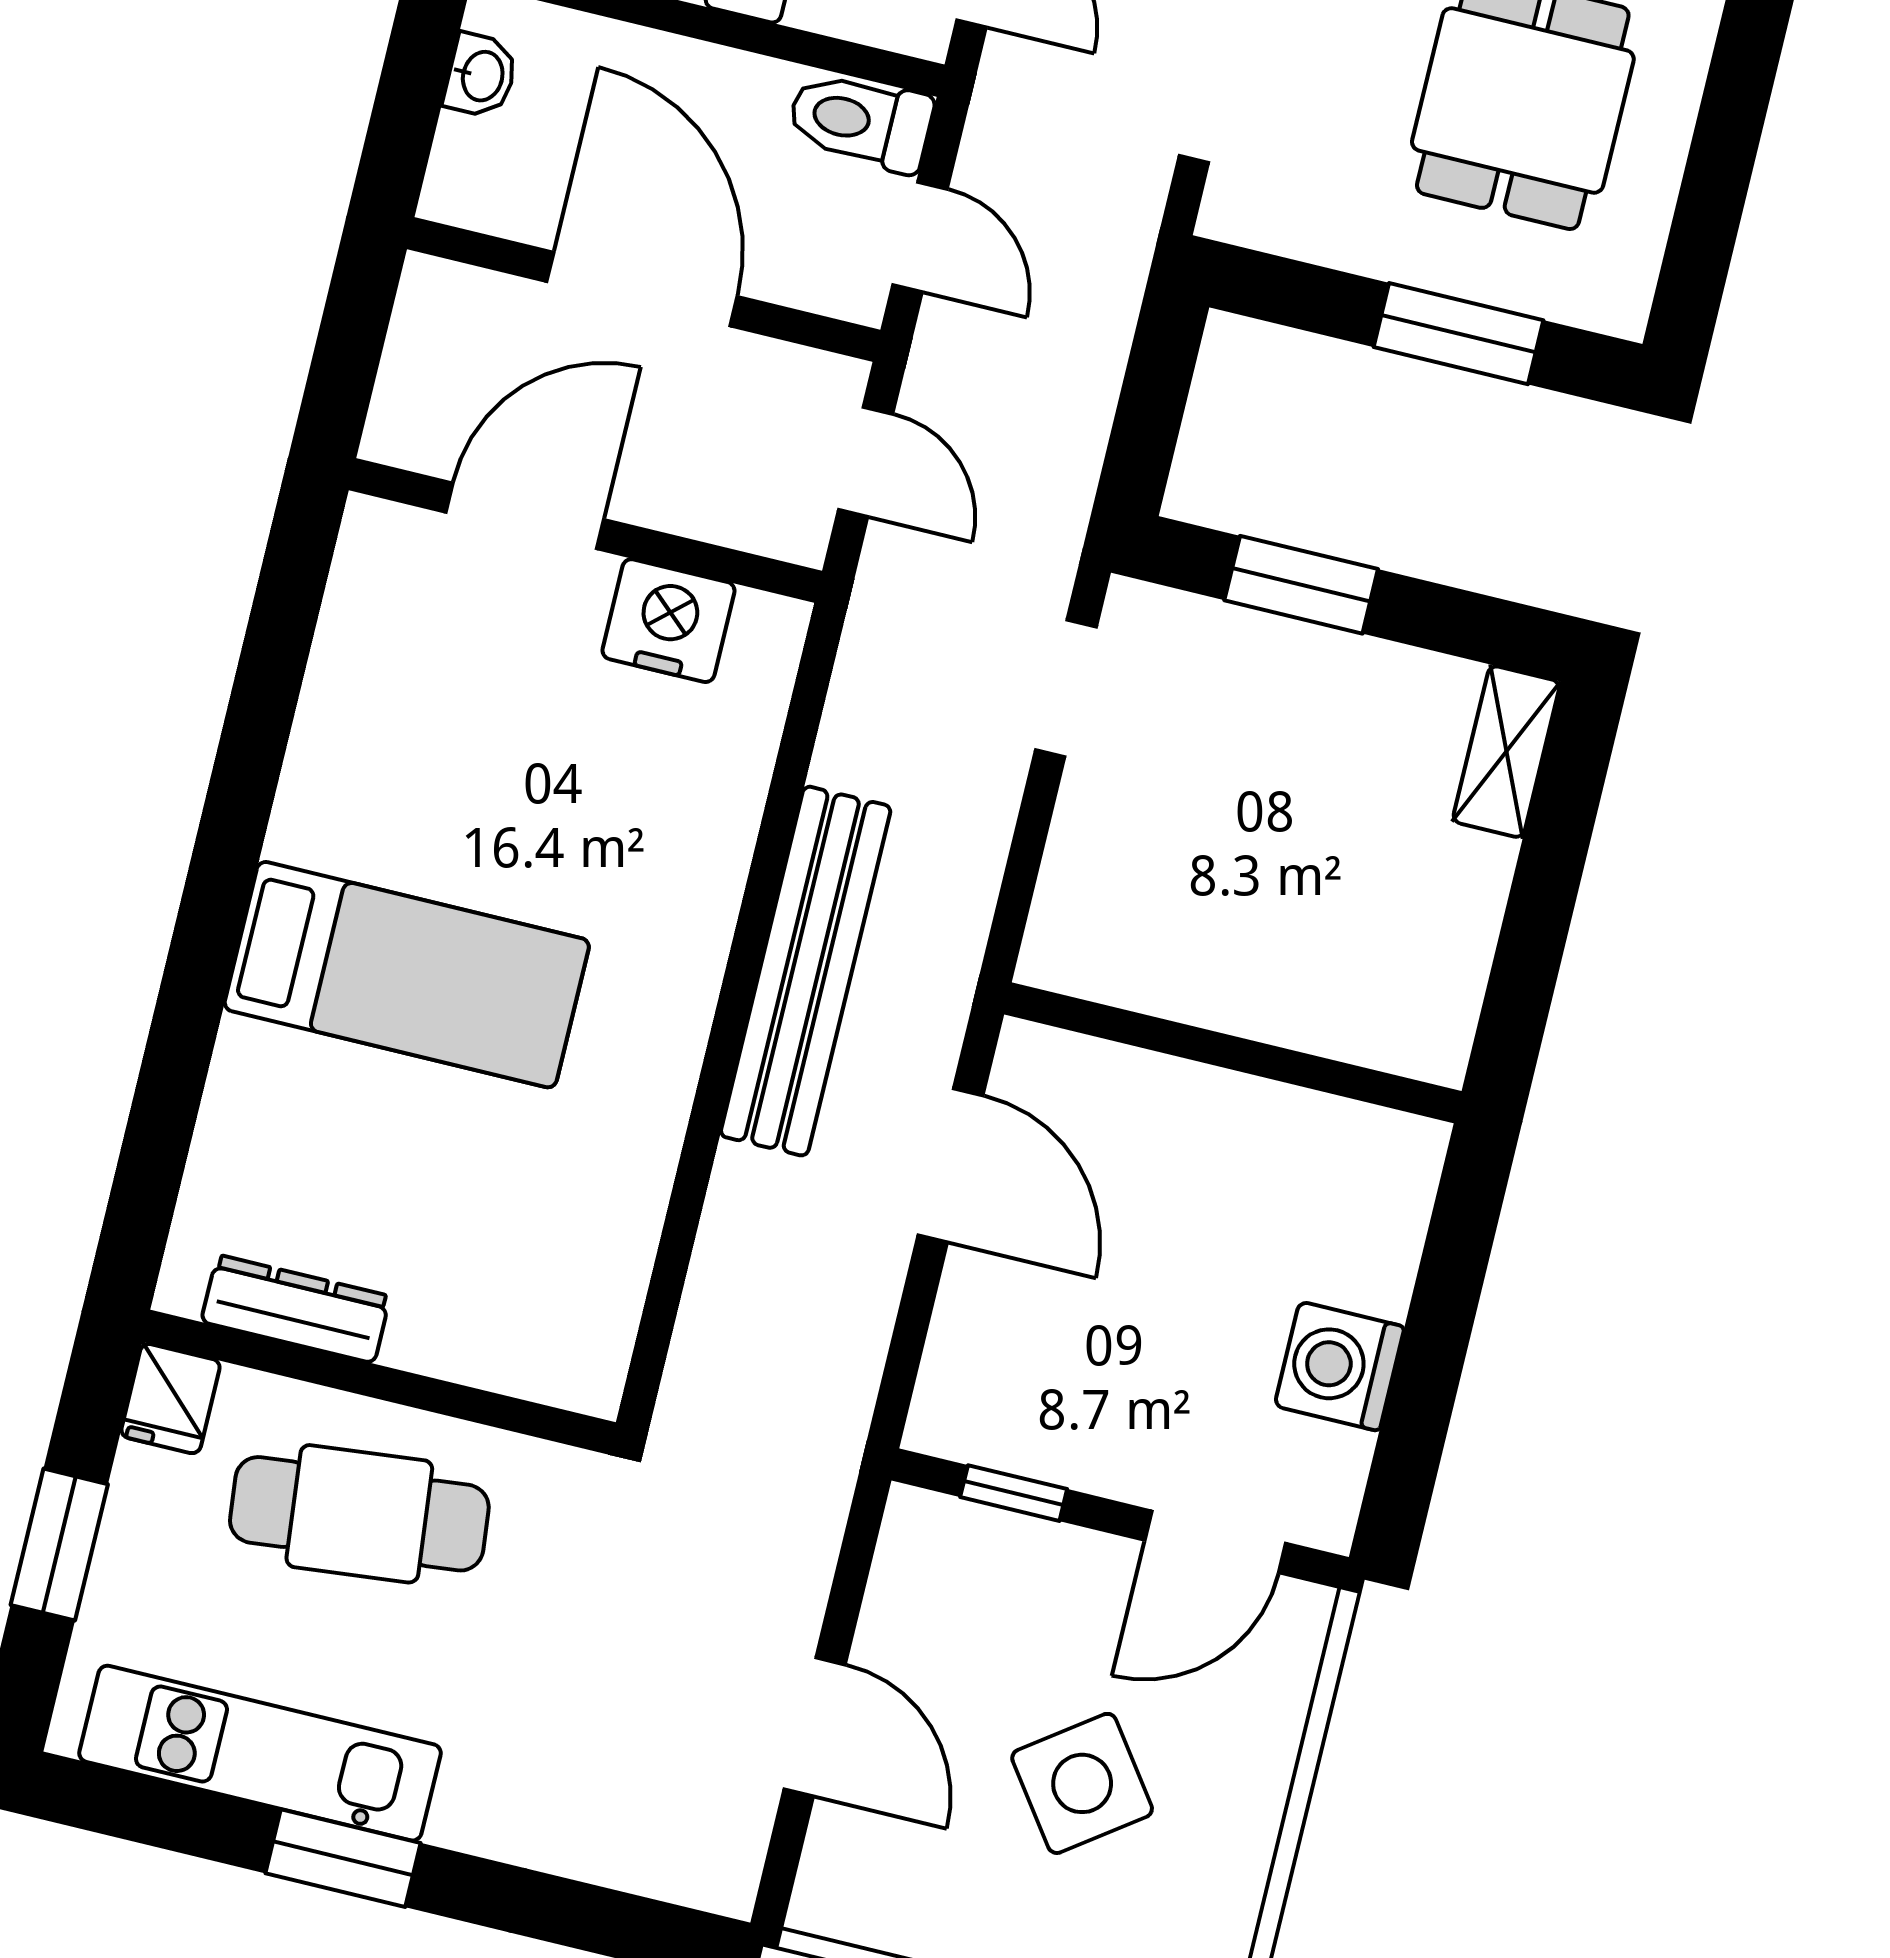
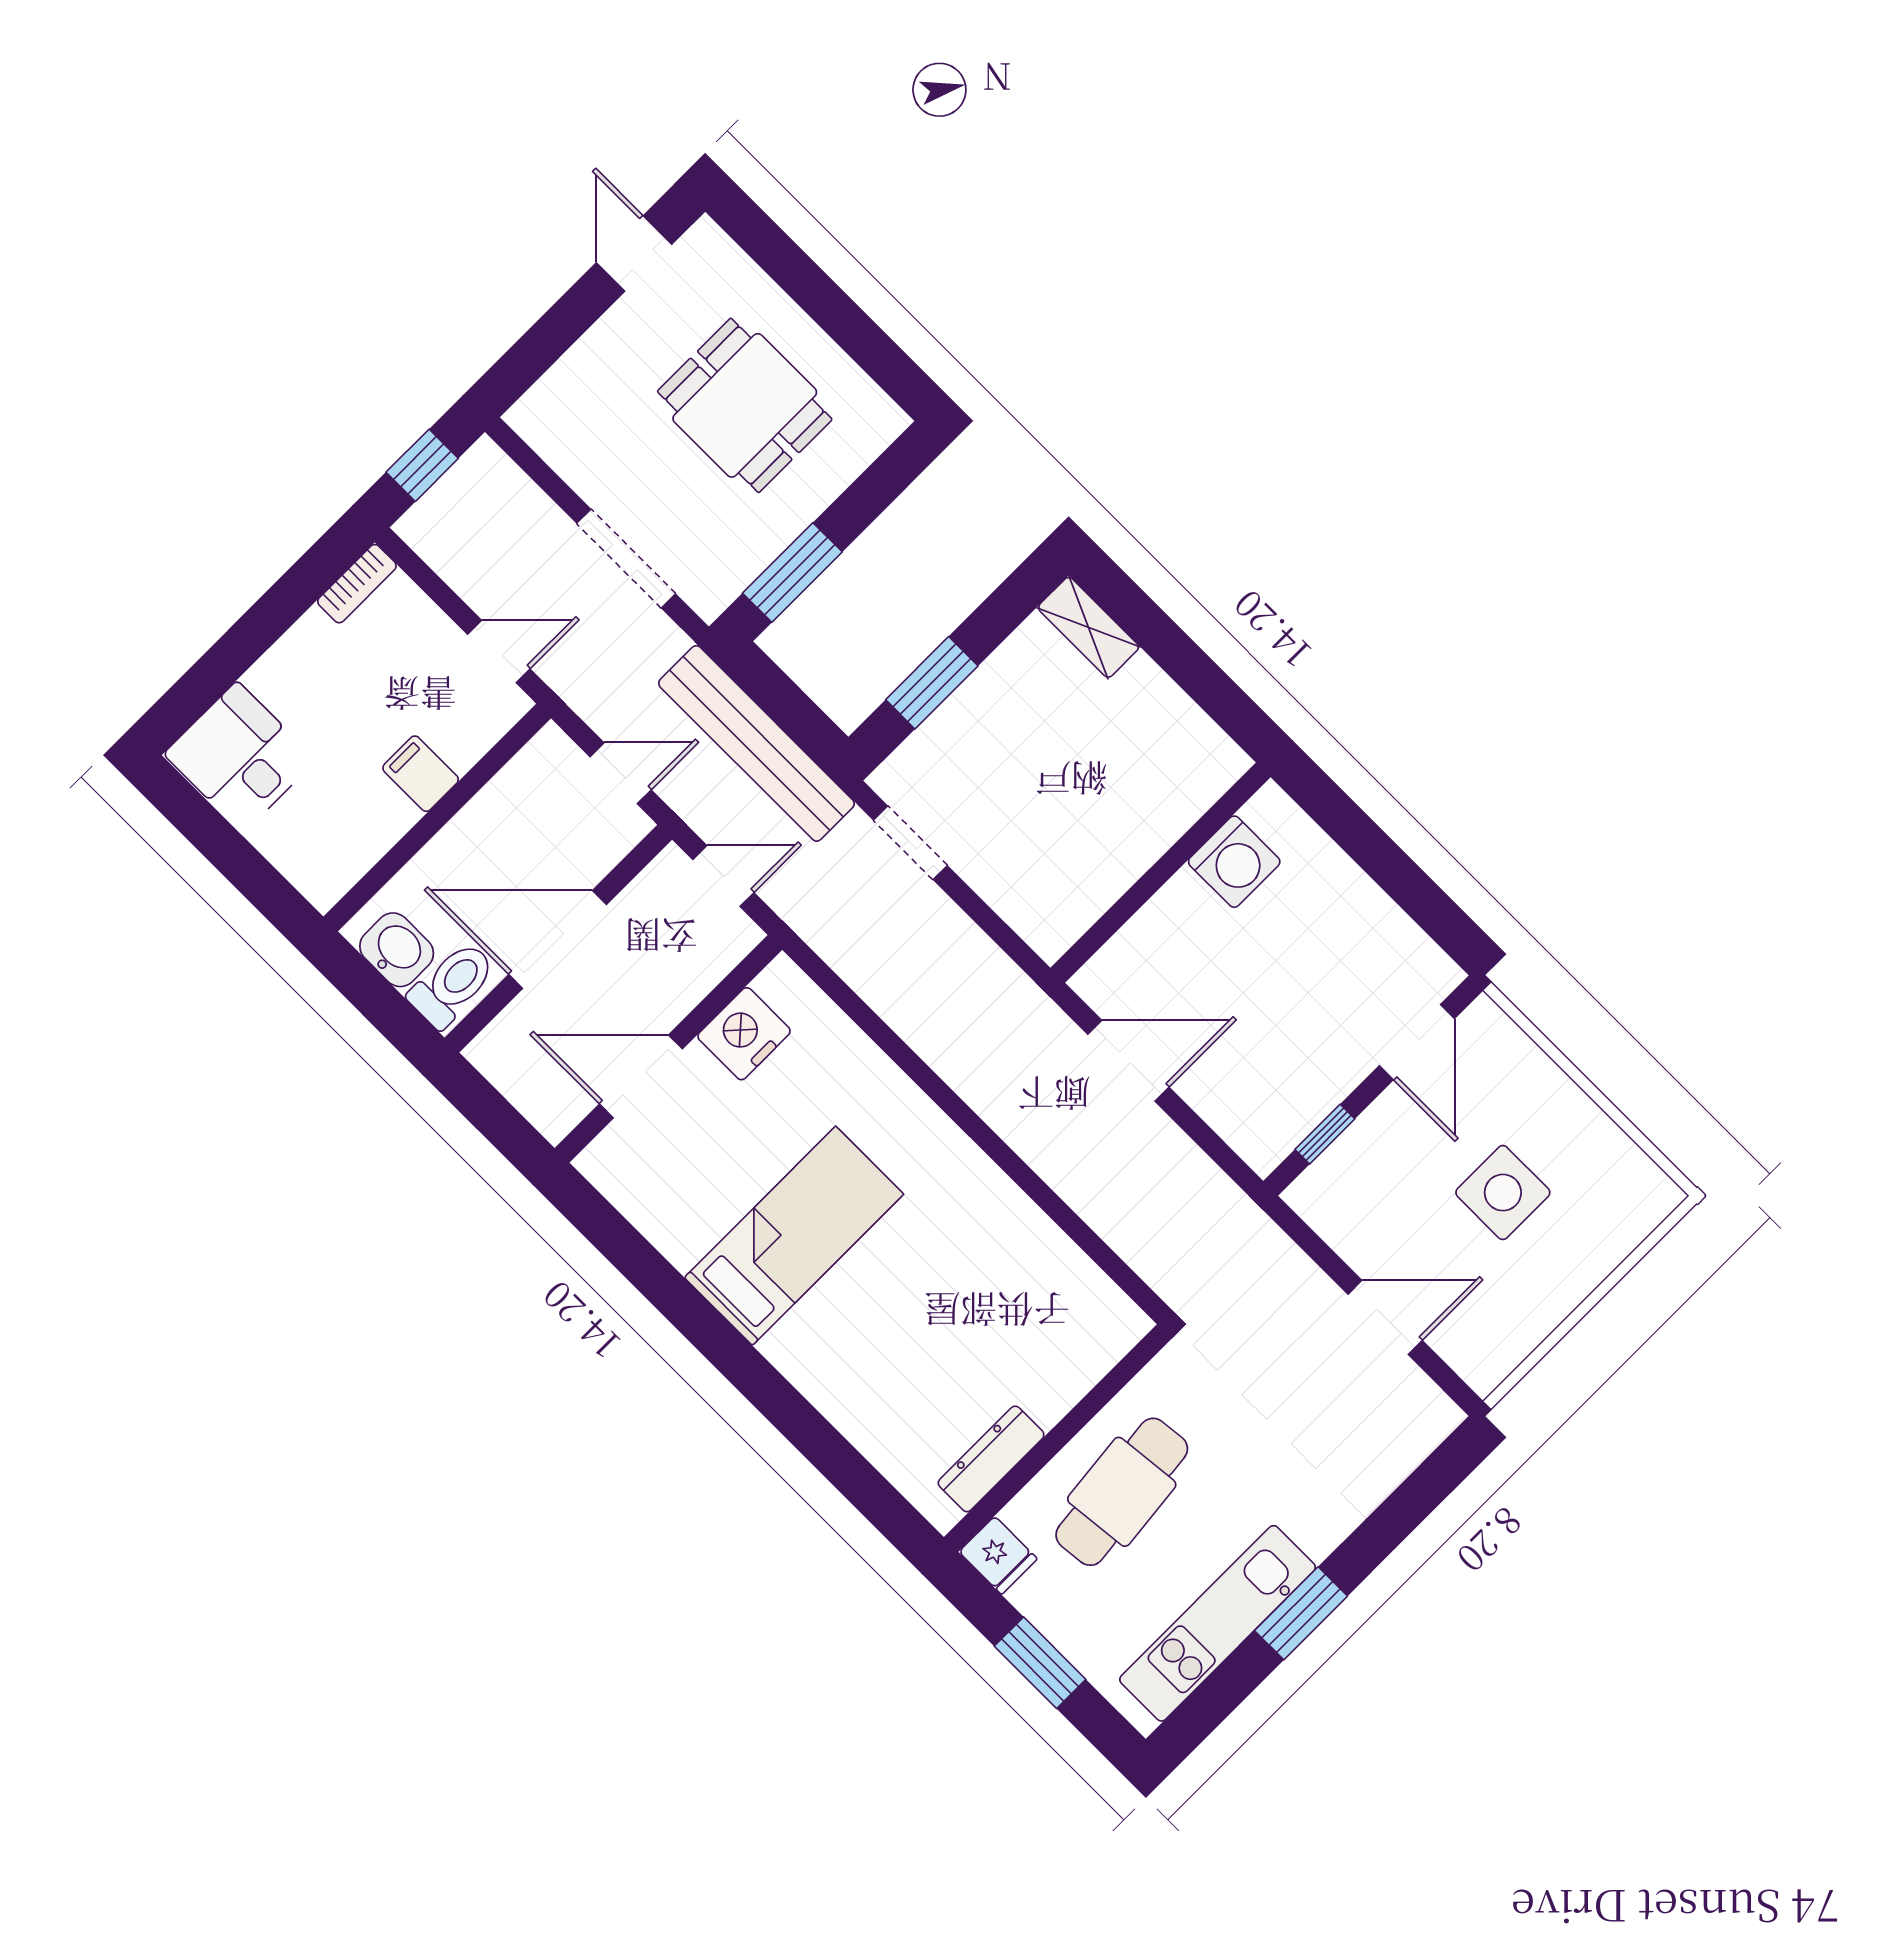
washbasin: (481, 76) -> (397, 950), width x1.38, depth x1.45
toilet: (860, 121) -> (452, 985), moved, turned 180
window: (1459, 334) -> (792, 573), moved
door: (525, 516) -> (641, 1076), hinge flipped
bench: (806, 971) -> (756, 743), moved
bed: (407, 975) -> (794, 1236), moved
washing machine: (1339, 1366) -> (1234, 862), moved, turned -90
side table: (1082, 1783) -> (1503, 1193), turned 36

